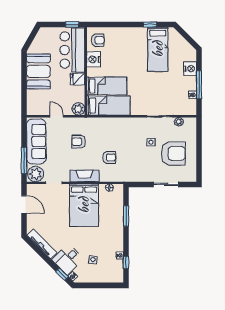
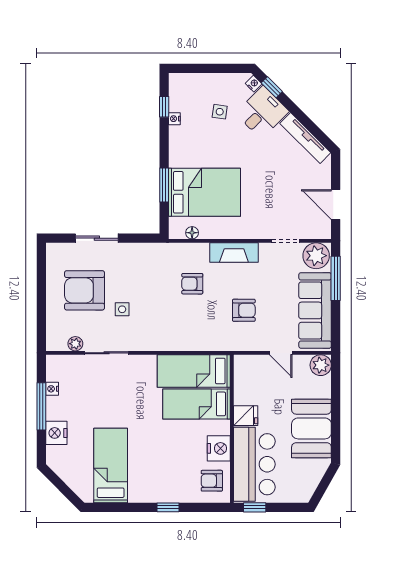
window: (150, 24) -> (168, 507), moved
plant: (78, 109) -> (321, 365), moved
bed: (84, 205) -> (204, 192), moved, turned 90

